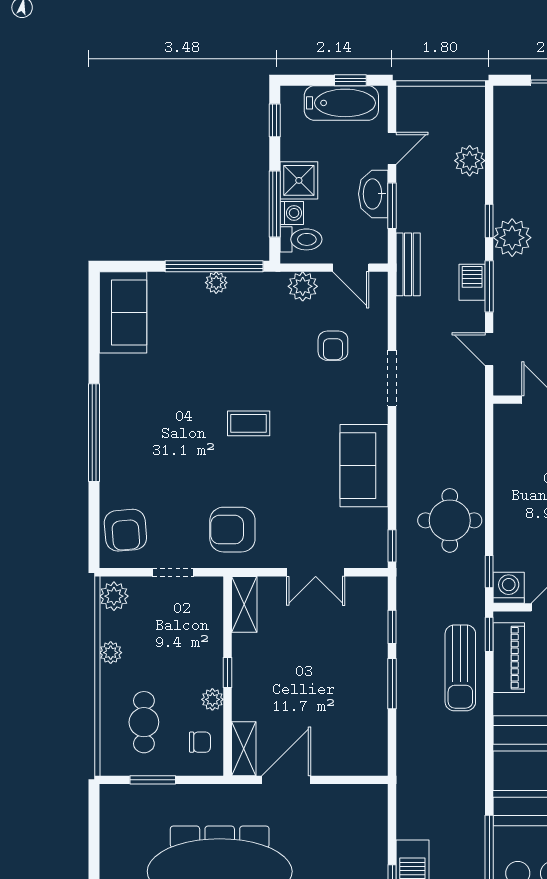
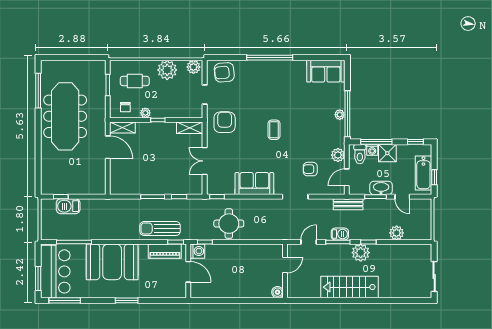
plant: (111, 653) -> (167, 70), width x1.87, depth x1.87

